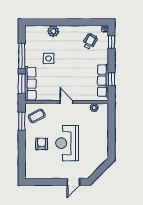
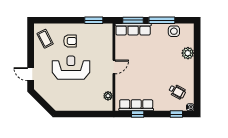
side table: (49, 58) -> (174, 31), moved
coffee table: (37, 116) -> (45, 39), moved

